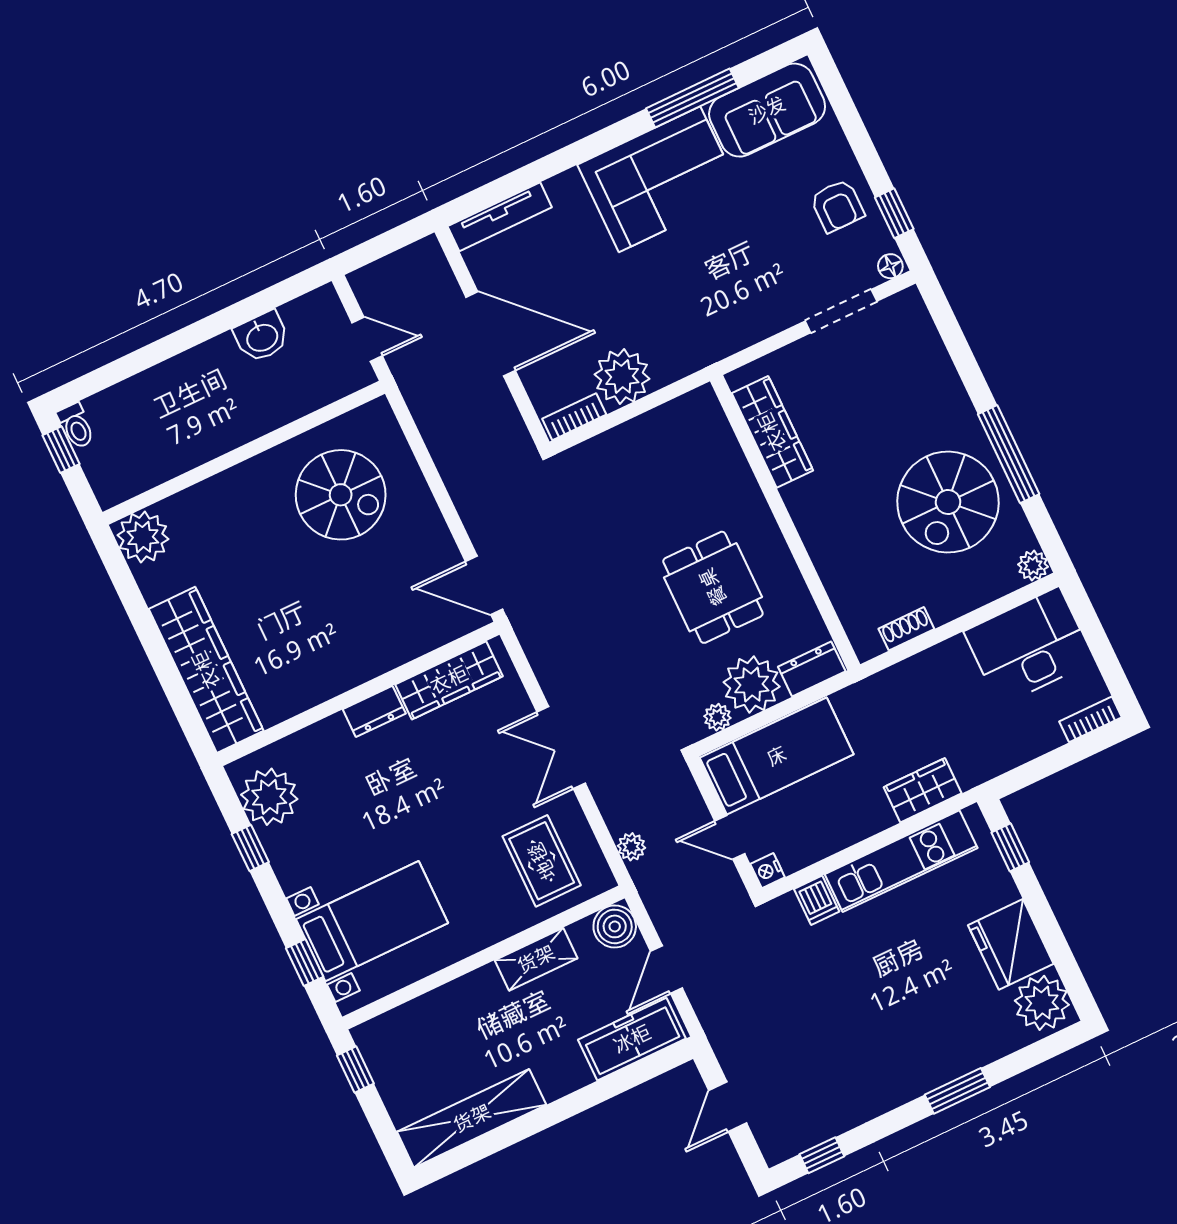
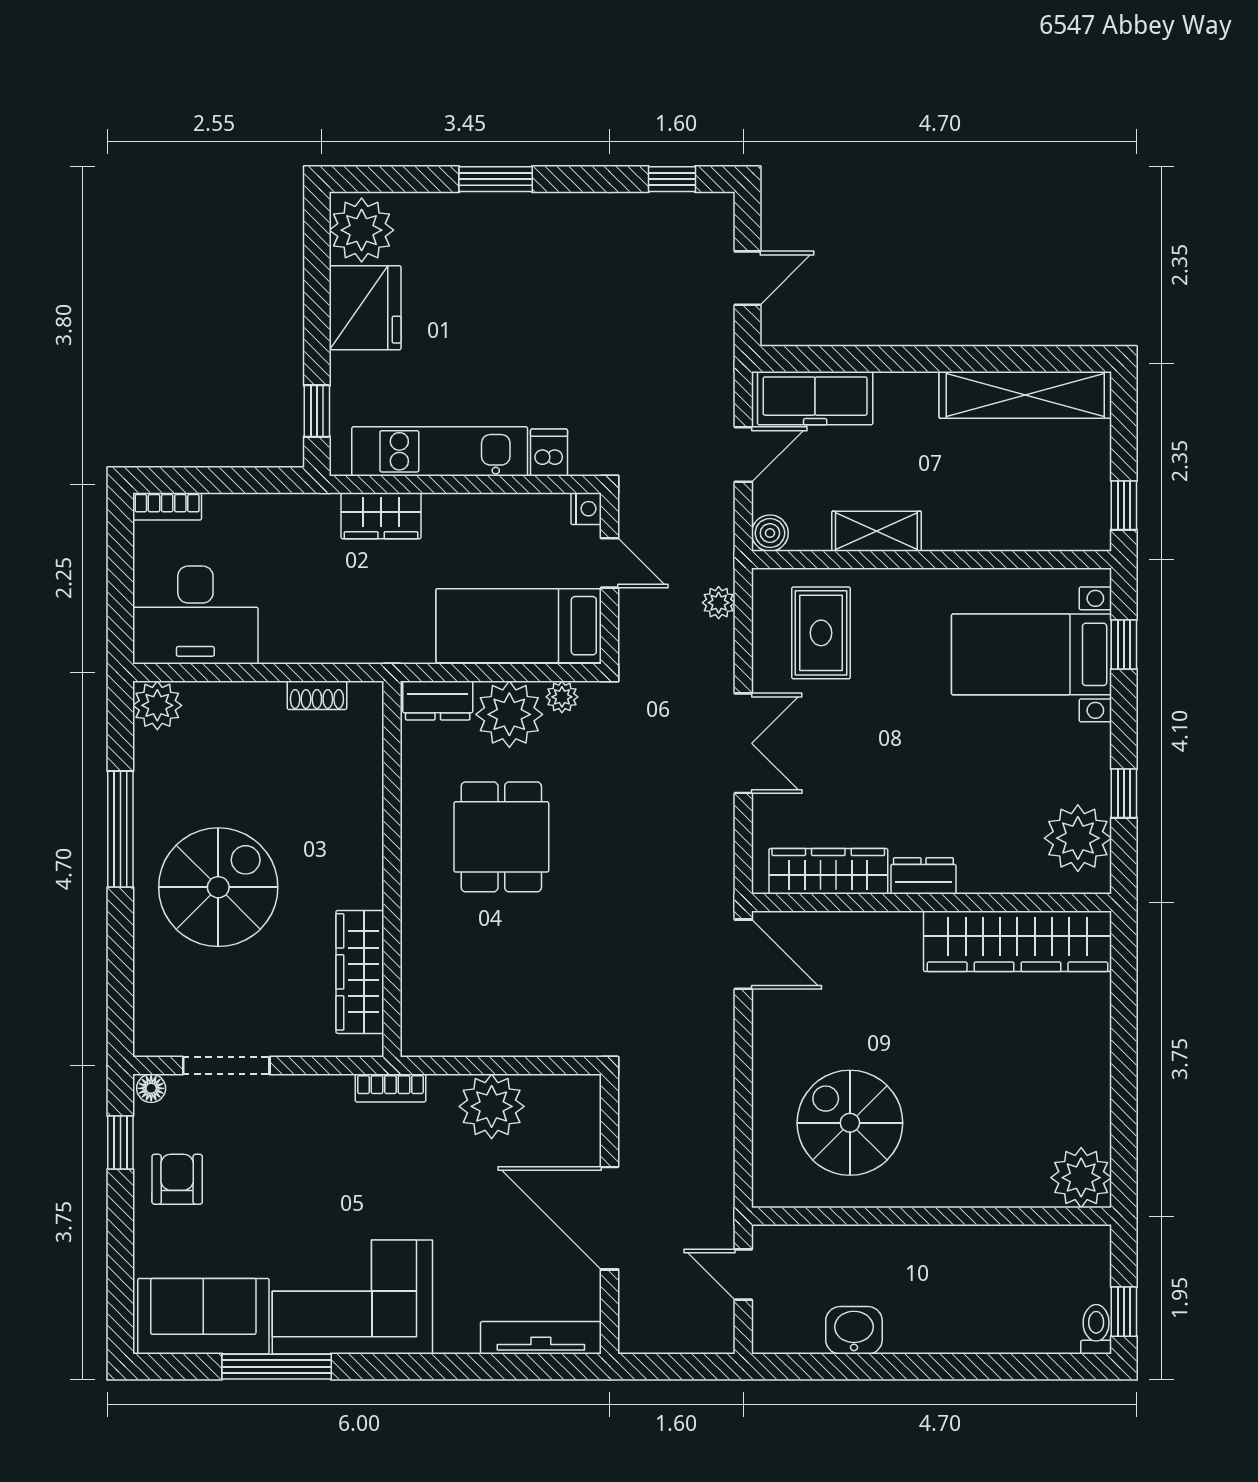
bookcase: (574, 417) -> (390, 1088), moved
spiral stairs: (948, 502) -> (218, 887), moved
plant: (1033, 566) -> (157, 705), width x1.38, depth x1.38
wardrobe: (206, 670) -> (1017, 941), moved, turned -90
boiler: (615, 926) -> (770, 533), width x0.73, depth x0.73

